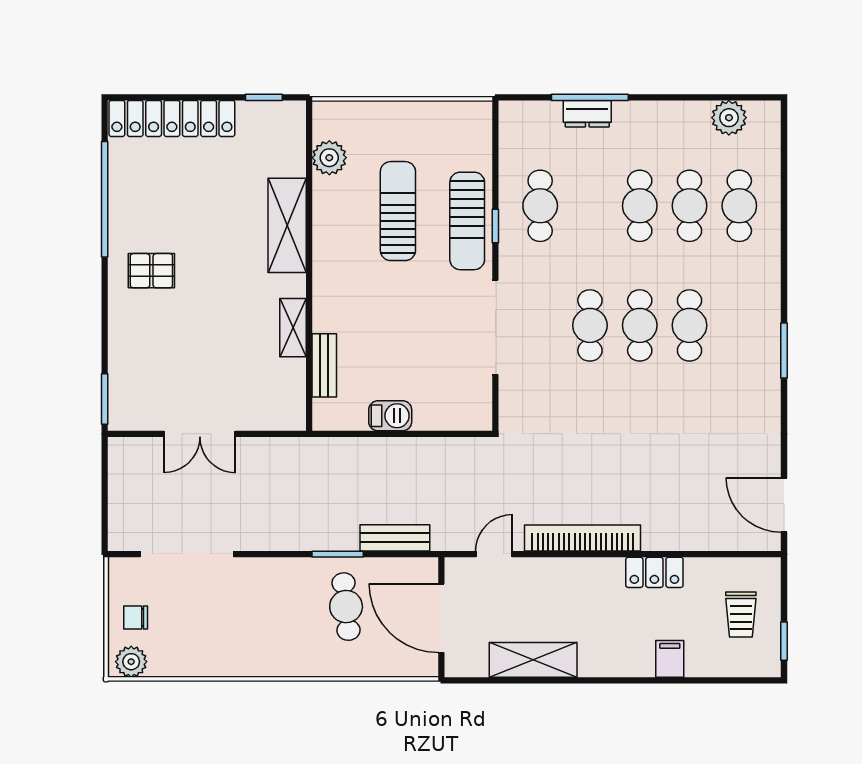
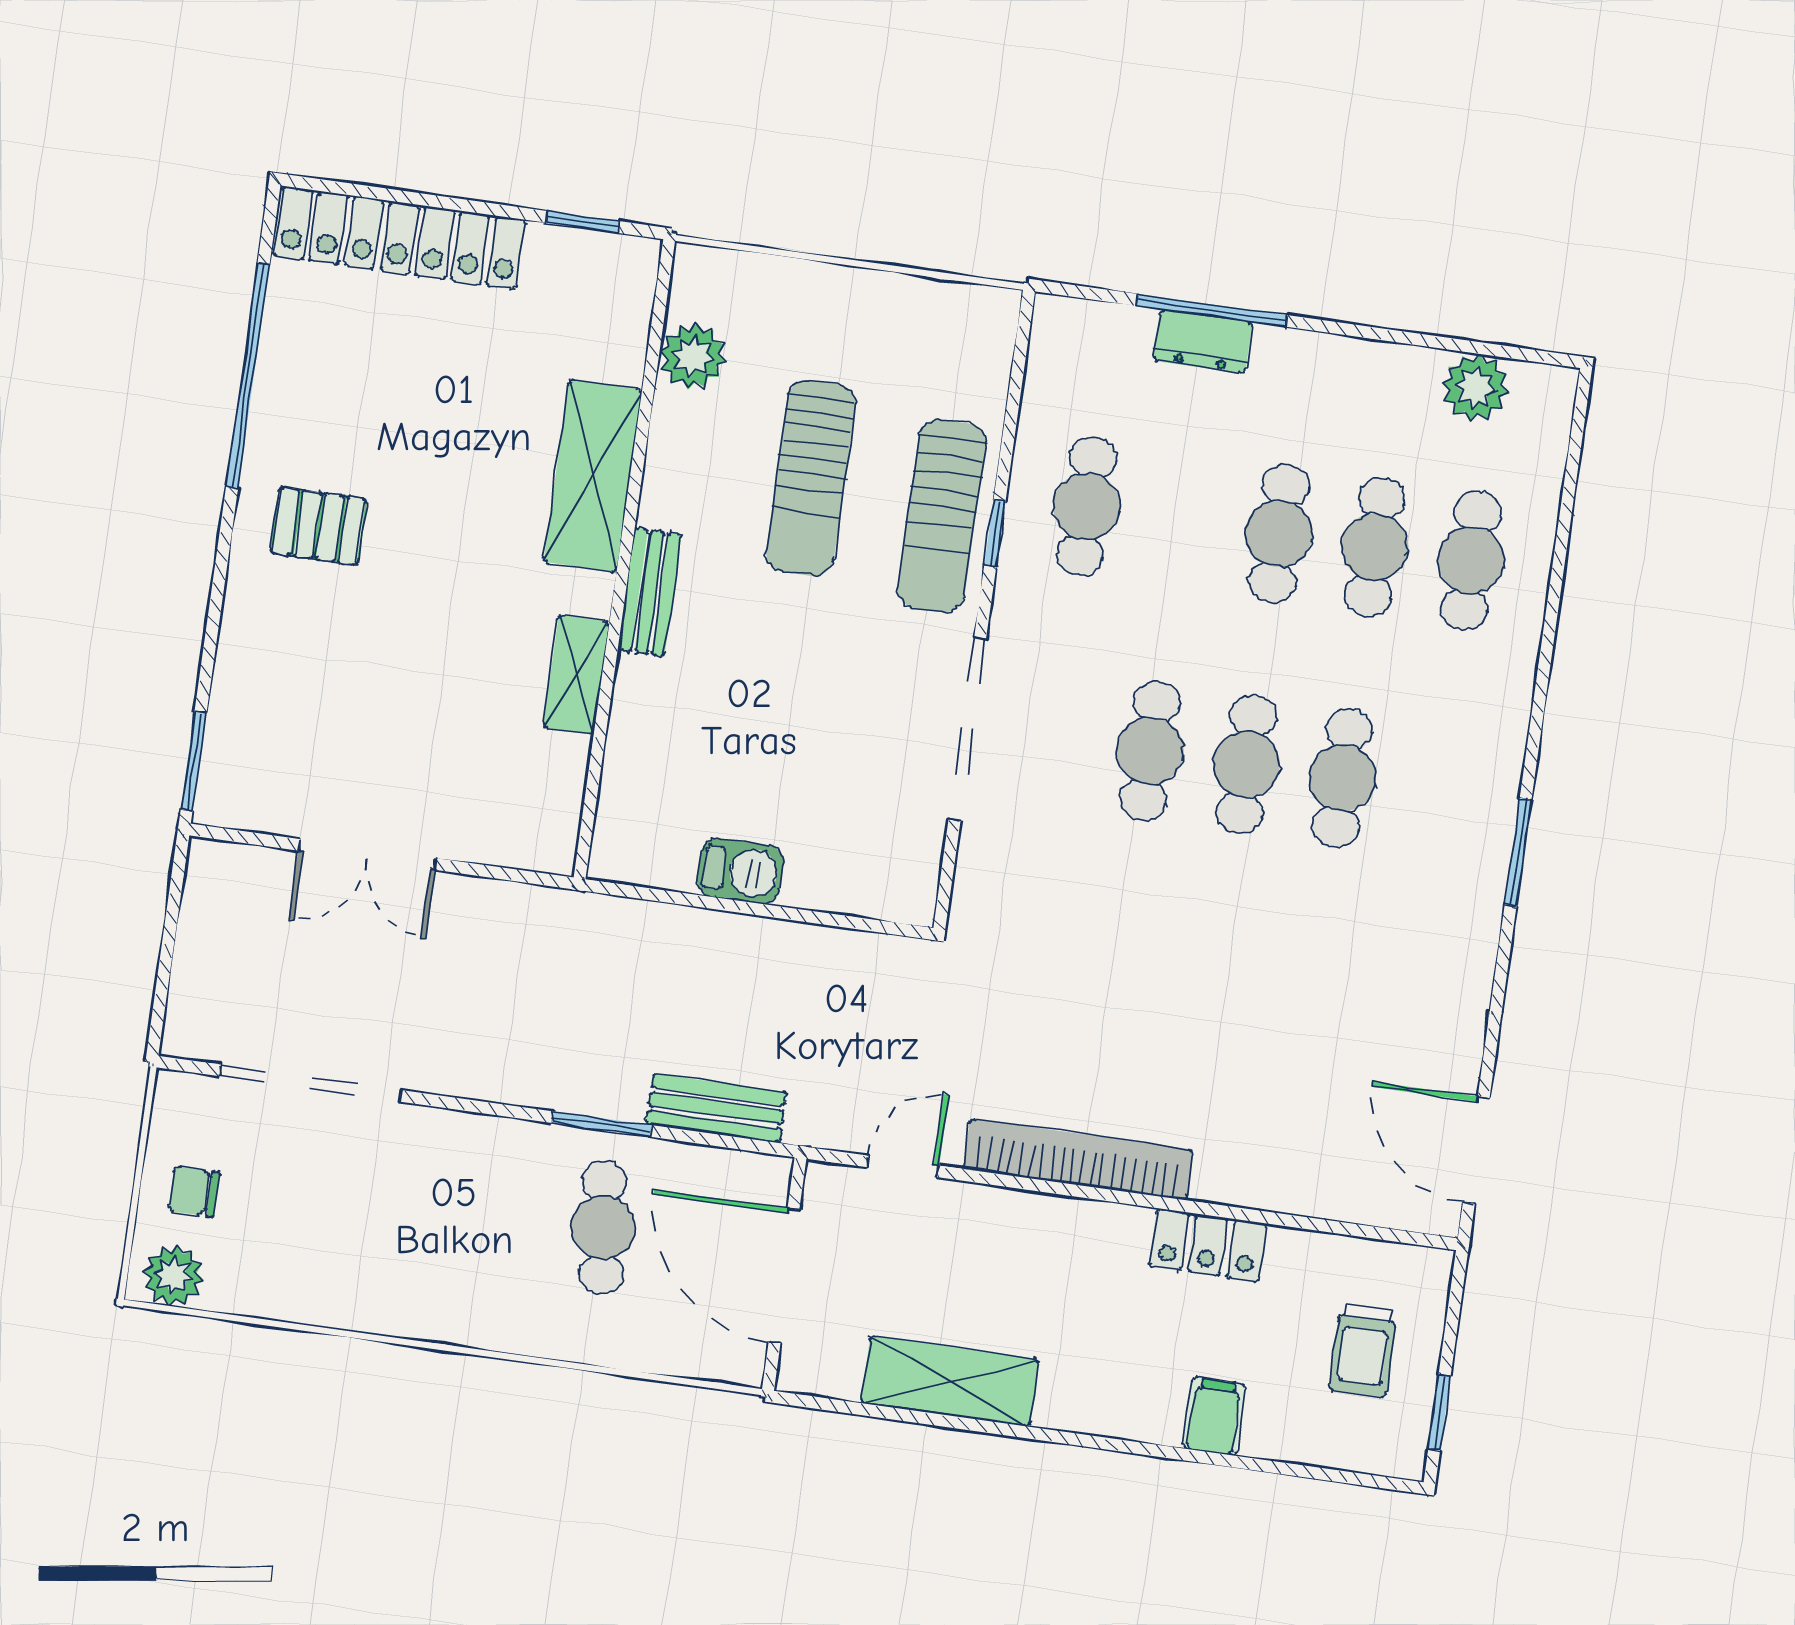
sun lounger: (398, 211) -> (811, 478), turned 180
bench: (324, 365) -> (650, 592), moved

